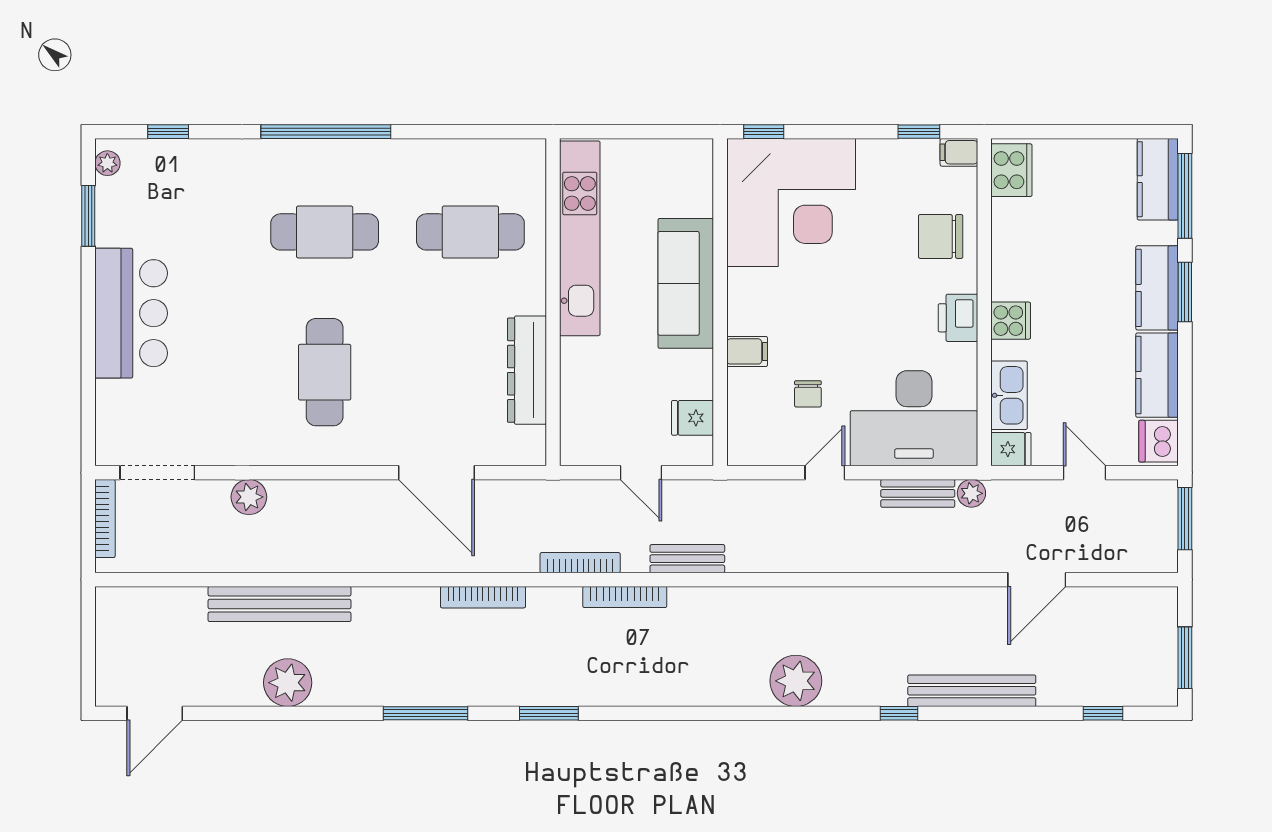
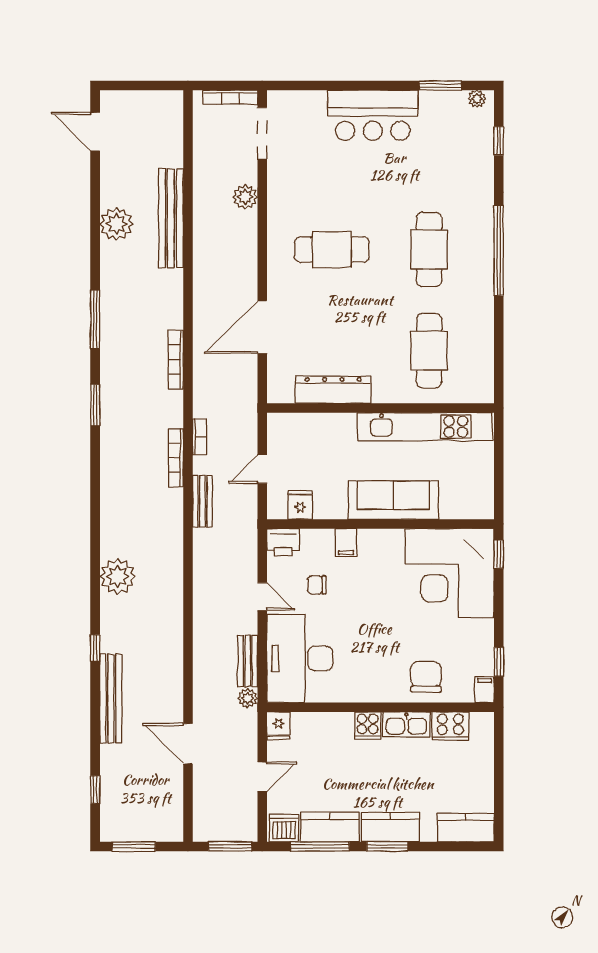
cooker: (1011, 170) -> (450, 726), moved
window: (1185, 196) -> (320, 846), moved
printer: (958, 318) -> (283, 542), moved, turned 180
kitchen sink: (1009, 395) -> (406, 724), moved
bookcase: (580, 563) -> (200, 437), width x0.64

